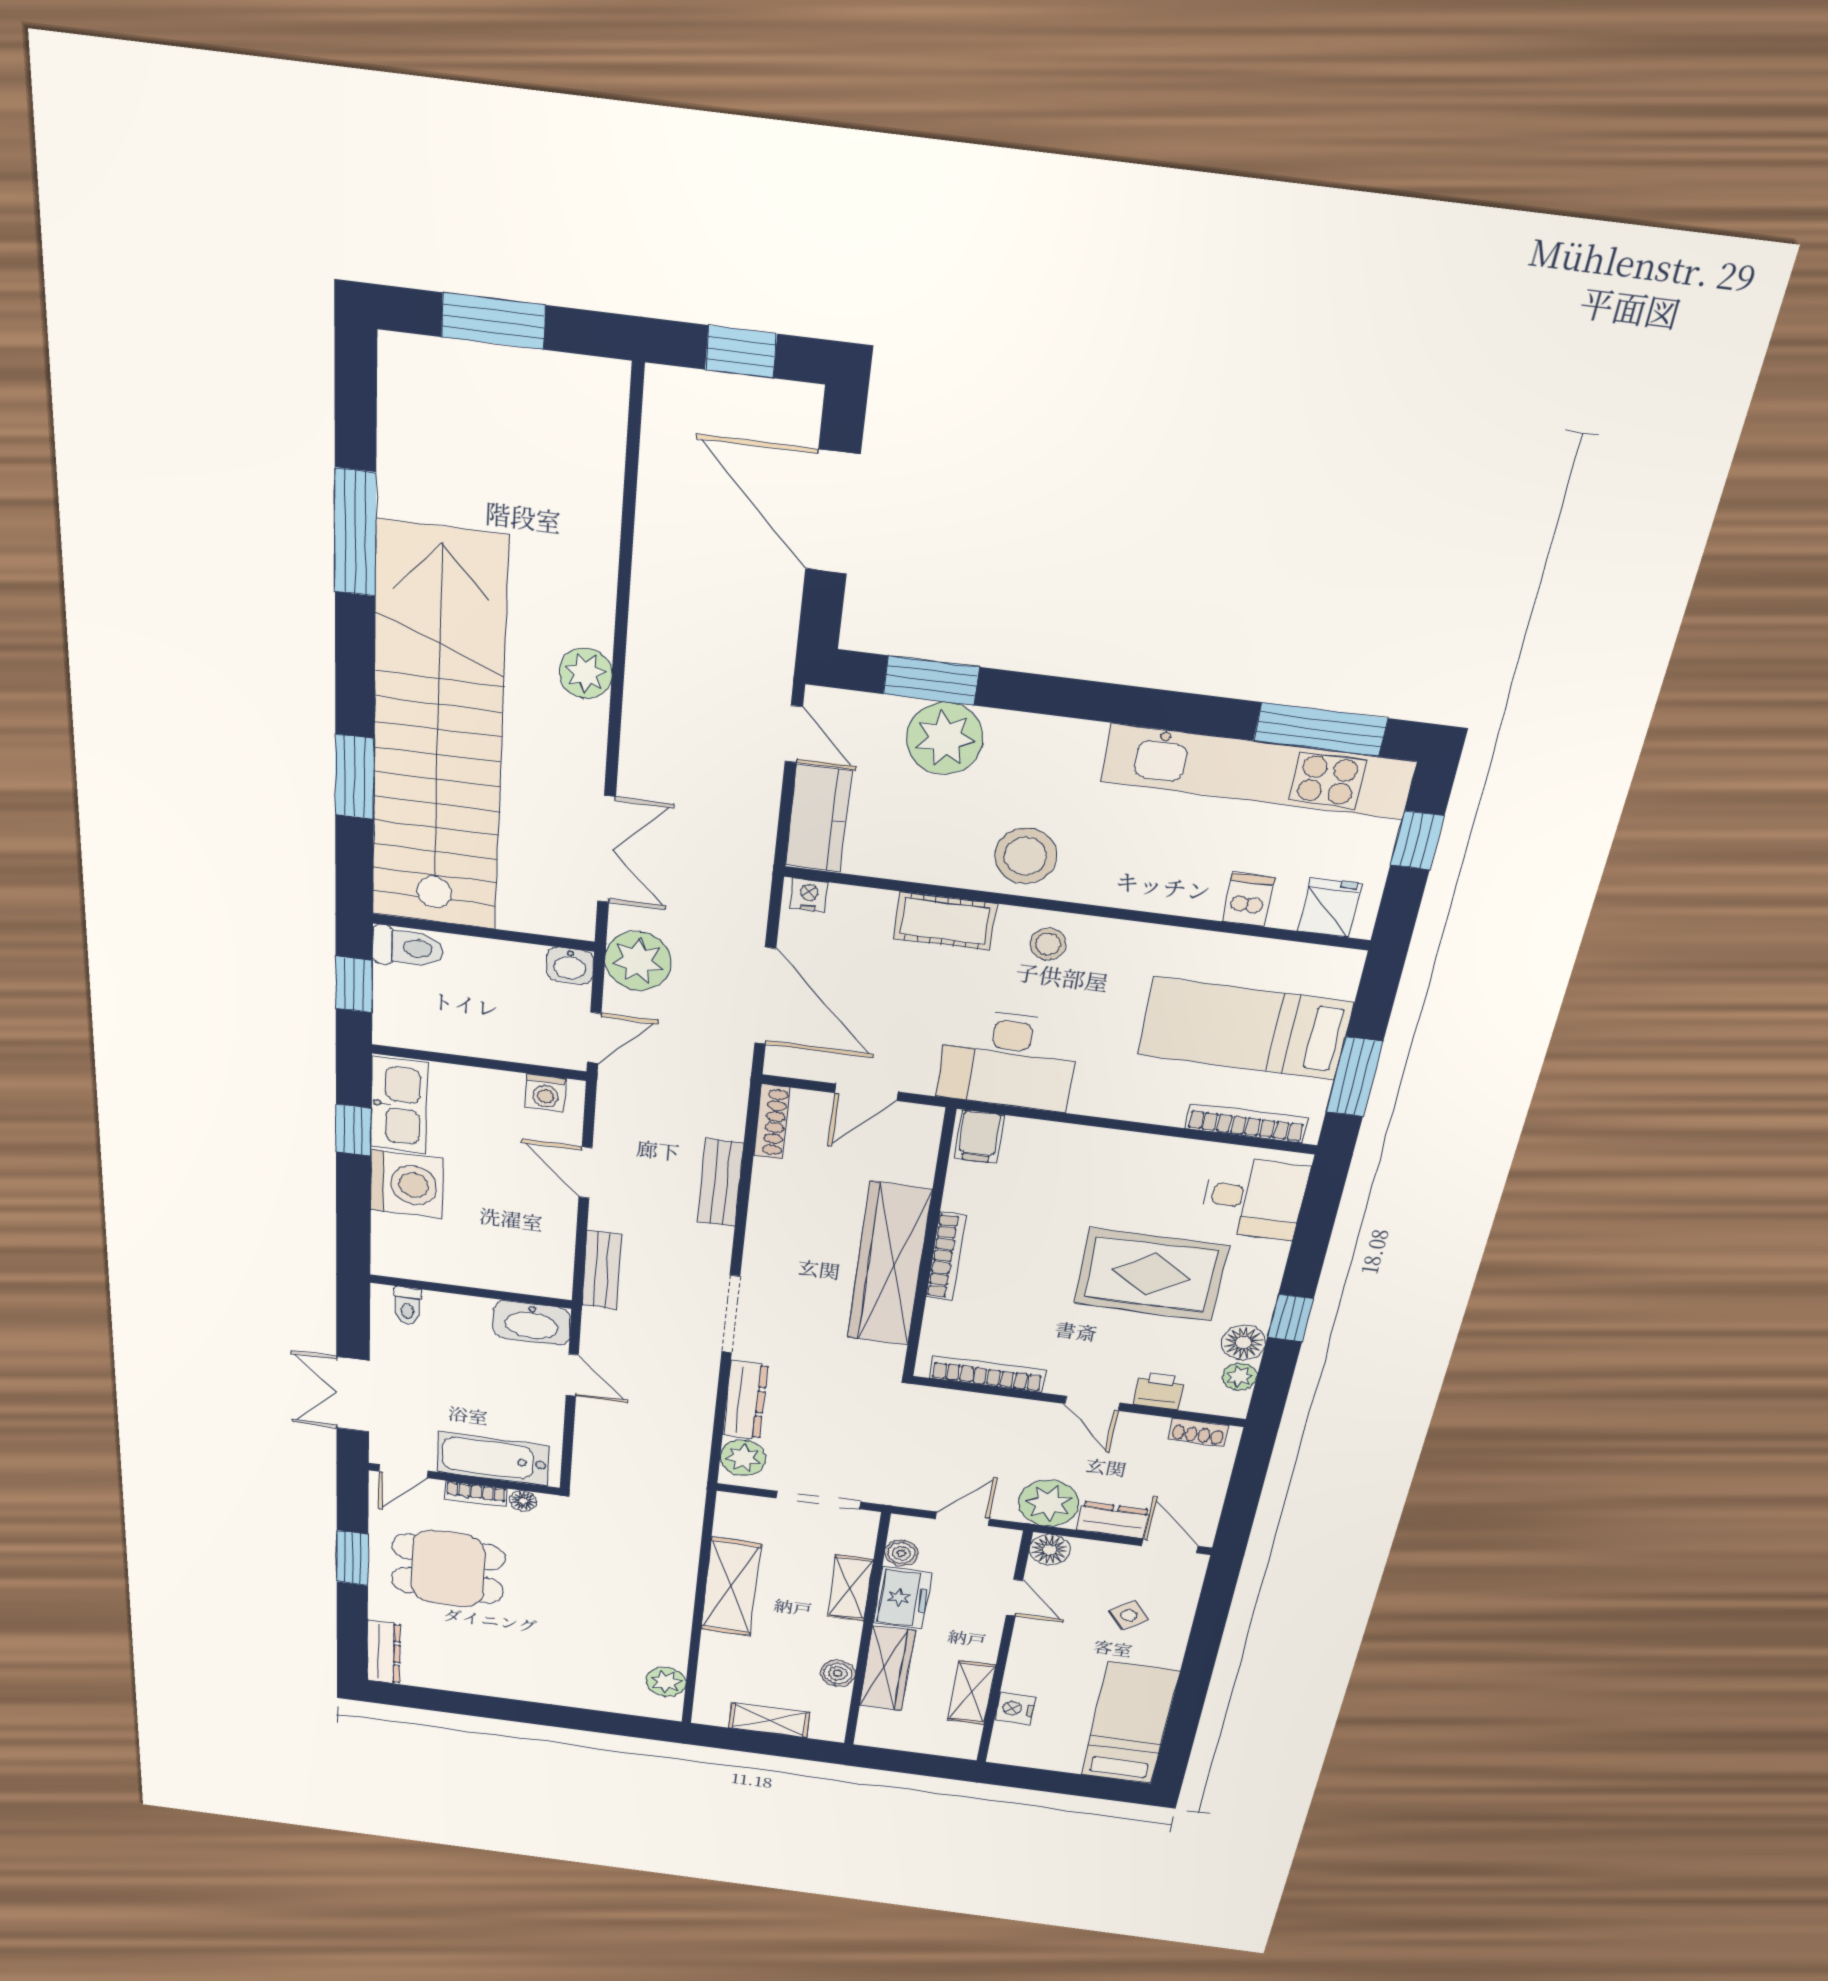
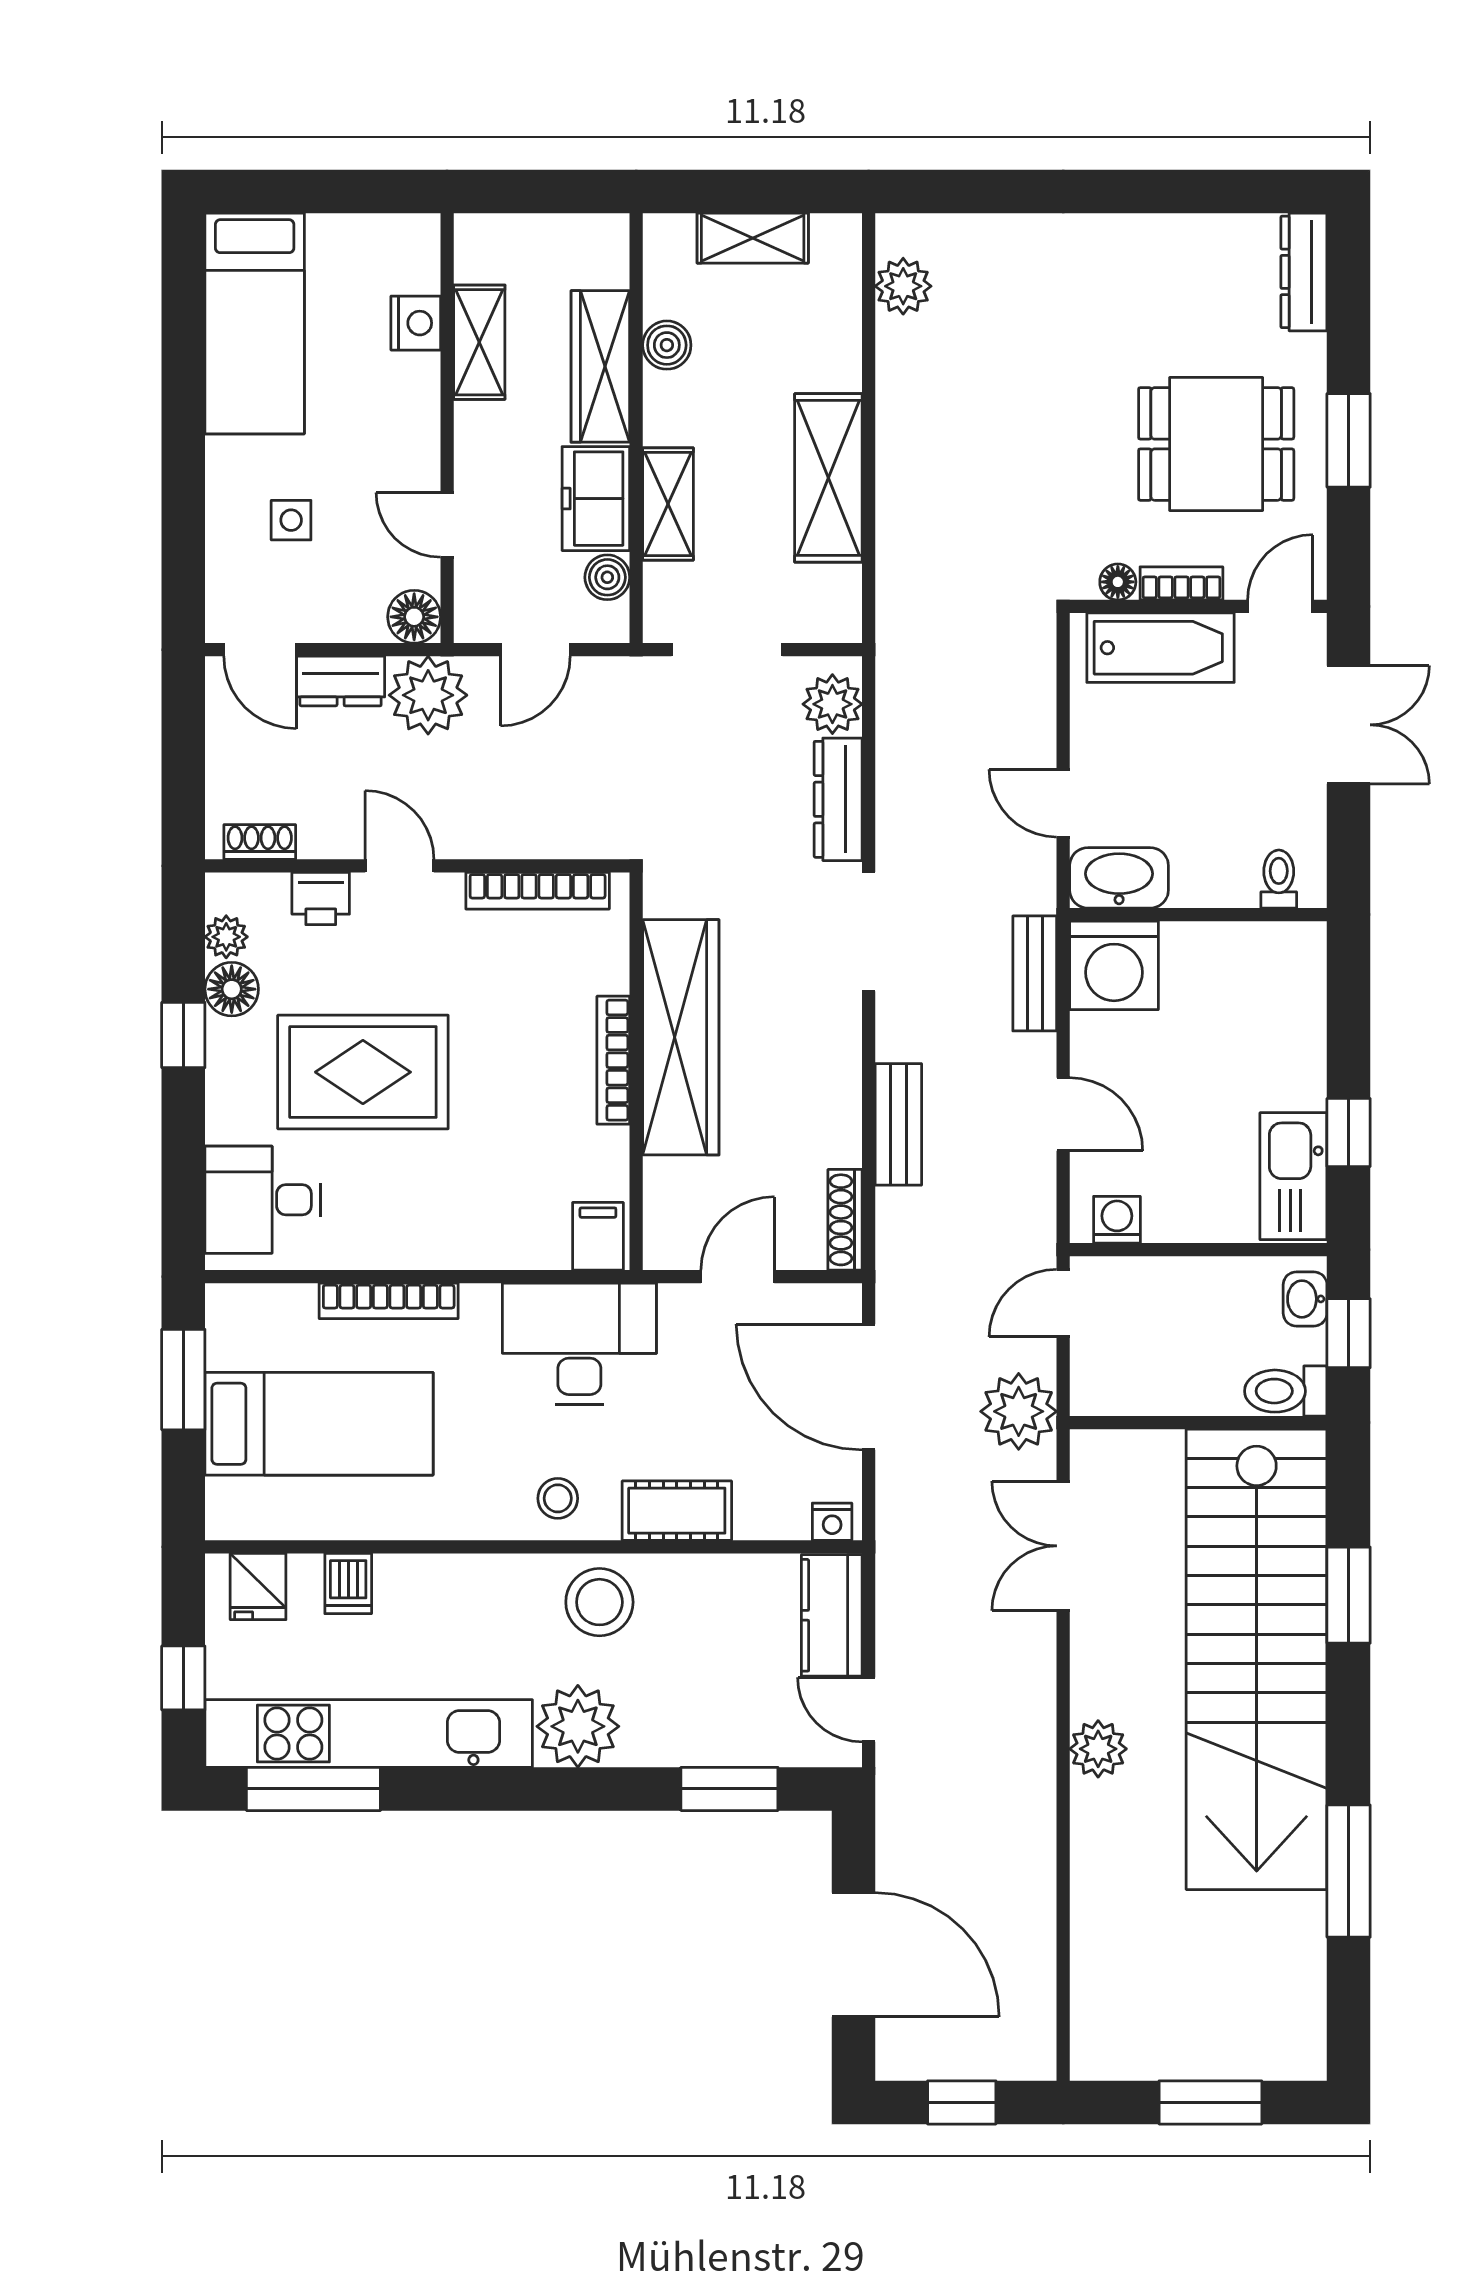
plant: (945, 738) -> (578, 1726), moved
washbasin: (570, 966) -> (1305, 1299), moved, turned -90
bookcase: (1246, 1123) -> (389, 1301), moved
washing machine: (407, 1184) -> (1114, 965), moved, turned -90
side table: (1129, 1615) -> (291, 520), turned 37

